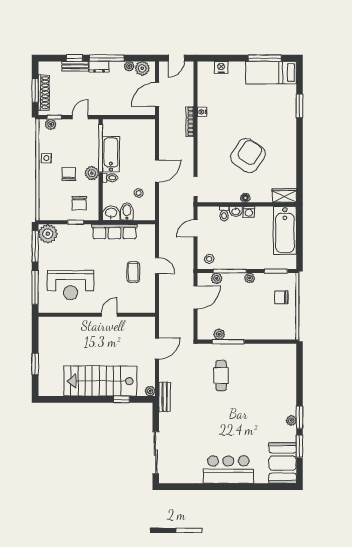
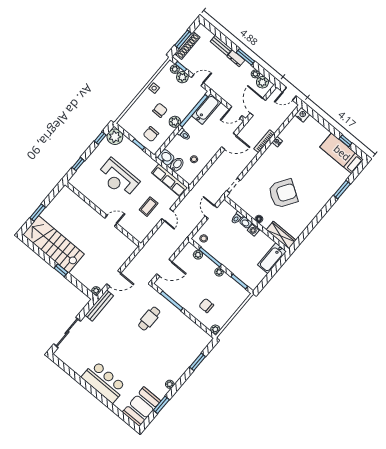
window: (74, 58) -> (225, 40), removed
window: (107, 58) -> (245, 57), width x0.69
window: (265, 58) -> (345, 141), width x0.46
nightstand: (221, 68) -> (302, 115), moved
door: (157, 95) -> (258, 107), hinge flipped
door: (141, 117) -> (236, 112), added
plant: (64, 126) -> (182, 77), added
bathtub: (111, 154) -> (206, 109), moved
door: (157, 171) -> (229, 141), moved
wardrobe: (284, 195) -> (281, 235), width x1.50
door: (196, 228) -> (211, 212), hinge flipped
bathtub: (285, 230) -> (272, 258), width x0.73, depth x0.73
row of seats: (115, 232) -> (170, 180), moved
window: (35, 246) -> (100, 138), width x0.46
reception desk: (71, 285) -> (118, 178), moved
window: (35, 288) -> (78, 164), width x0.46
door: (196, 297) -> (164, 268), moved
chair: (281, 297) -> (206, 306), moved
plant: (219, 334) -> (215, 329), moved
door: (157, 348) -> (114, 279), moved
stairs: (100, 381) -> (54, 244), moved
bench: (165, 397) -> (99, 305), width x1.36
window: (121, 399) -> (61, 270), moved
window: (299, 417) -> (197, 362), moved

